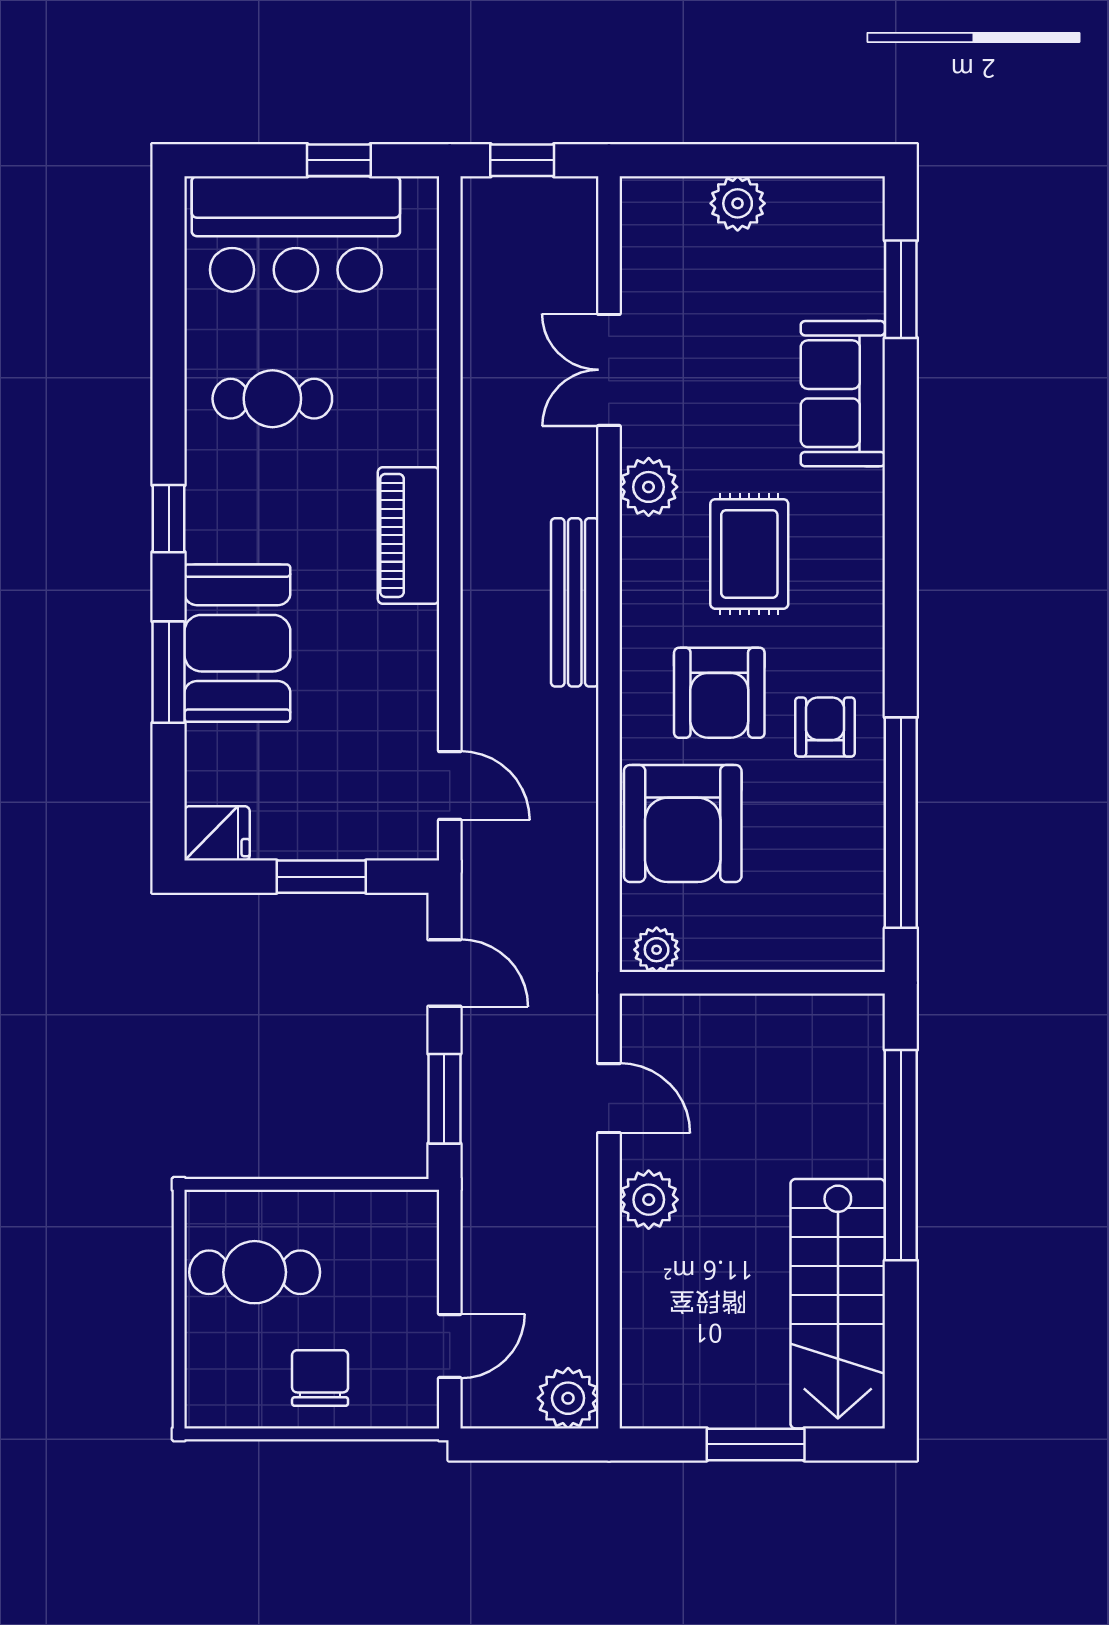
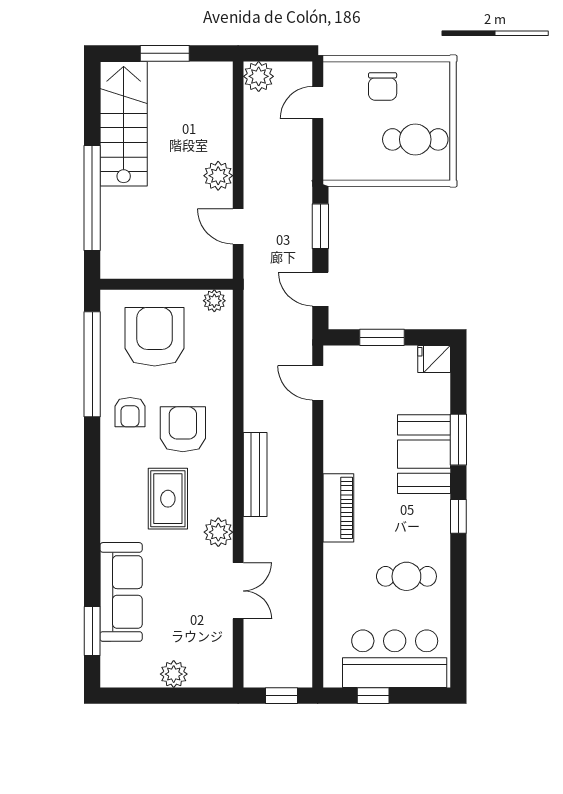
sofa: (843, 394) -> (121, 592), width x1.36
armchair: (683, 823) -> (155, 337), moved

